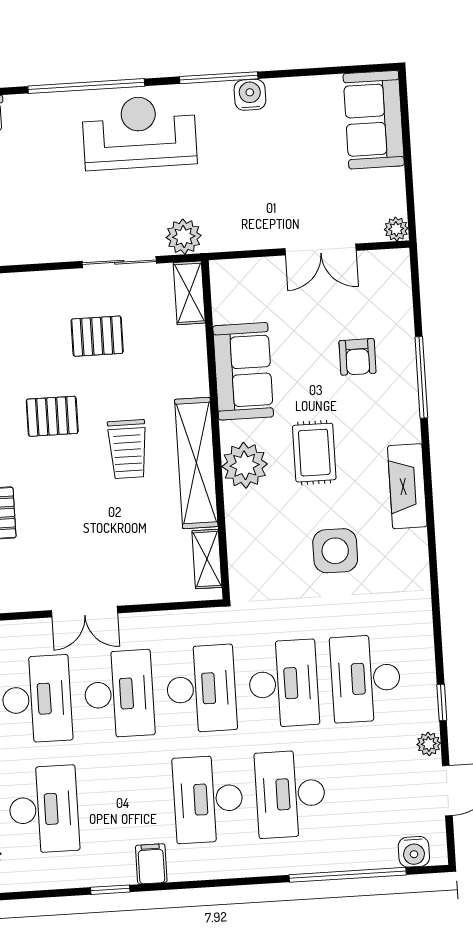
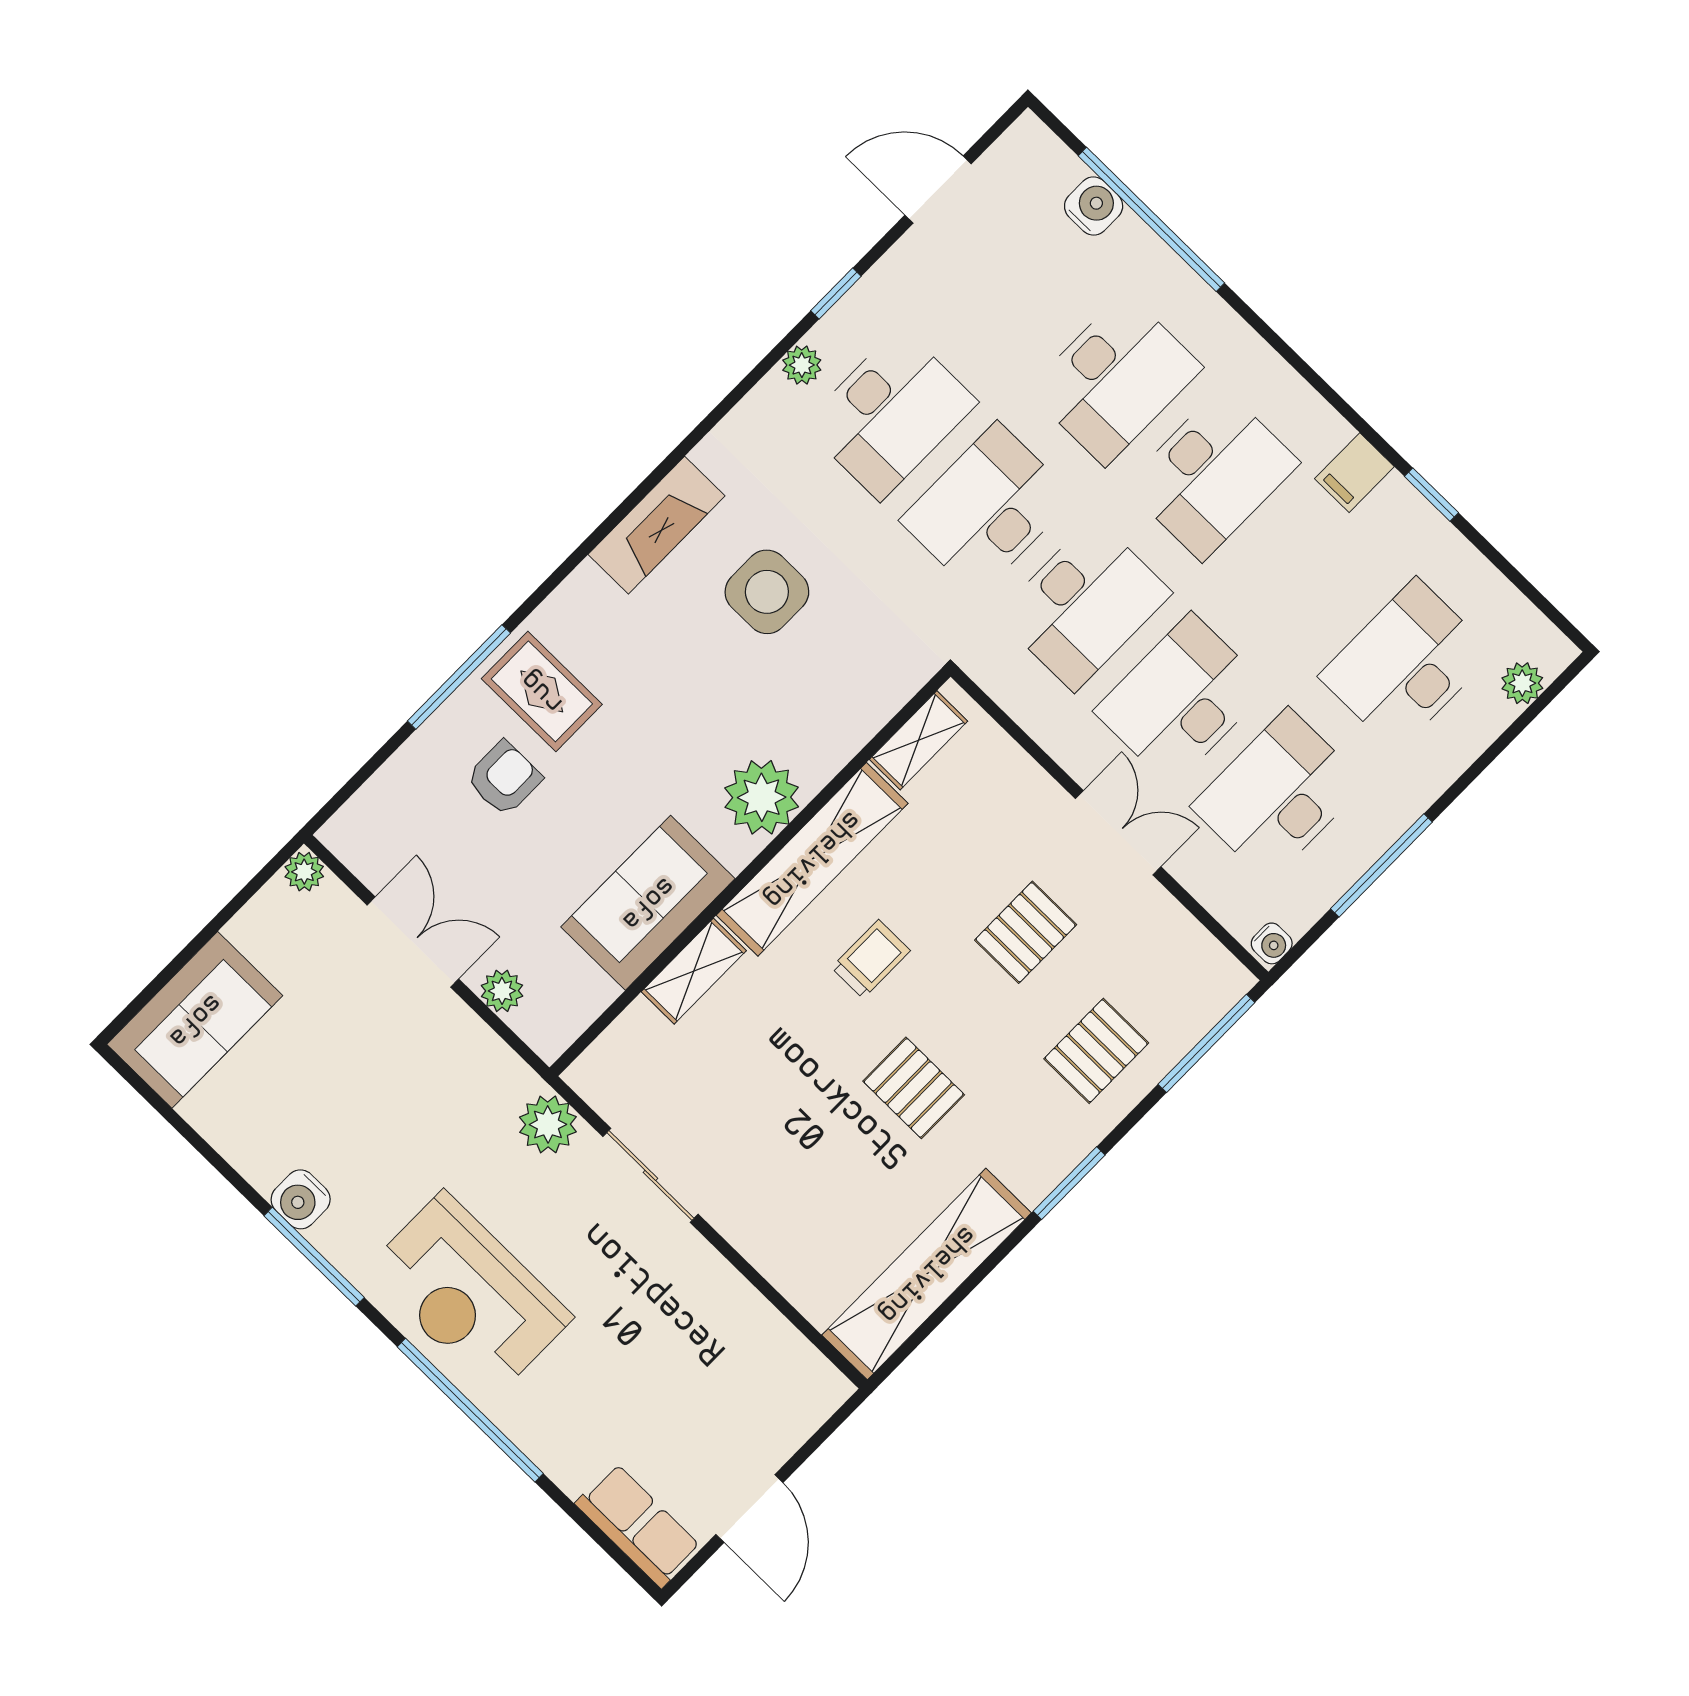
plant: (262, 270) -> (502, 991), added
shelving: (189, 293) -> (694, 971), moved
pallet: (97, 336) -> (1026, 932), moved, turned 90
trolley: (128, 449) -> (871, 959), width x0.73, depth x0.72
rug: (314, 453) -> (542, 691), moved, turned 90
fireplace: (407, 486) -> (656, 525), moved
desk: (201, 689) -> (1084, 604), turned 180
plant: (429, 744) -> (802, 365), moved
water cooler: (414, 852) -> (1094, 206), moved

